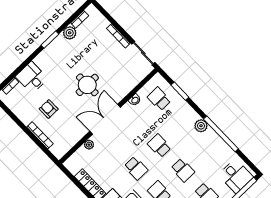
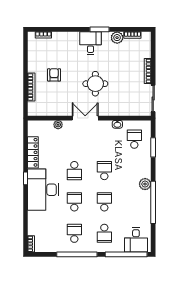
desk: (32, 78) -> (90, 43), moved
double door: (105, 119) -> (85, 118), width x0.73
school desk: (183, 170) -> (104, 202), turned 180

